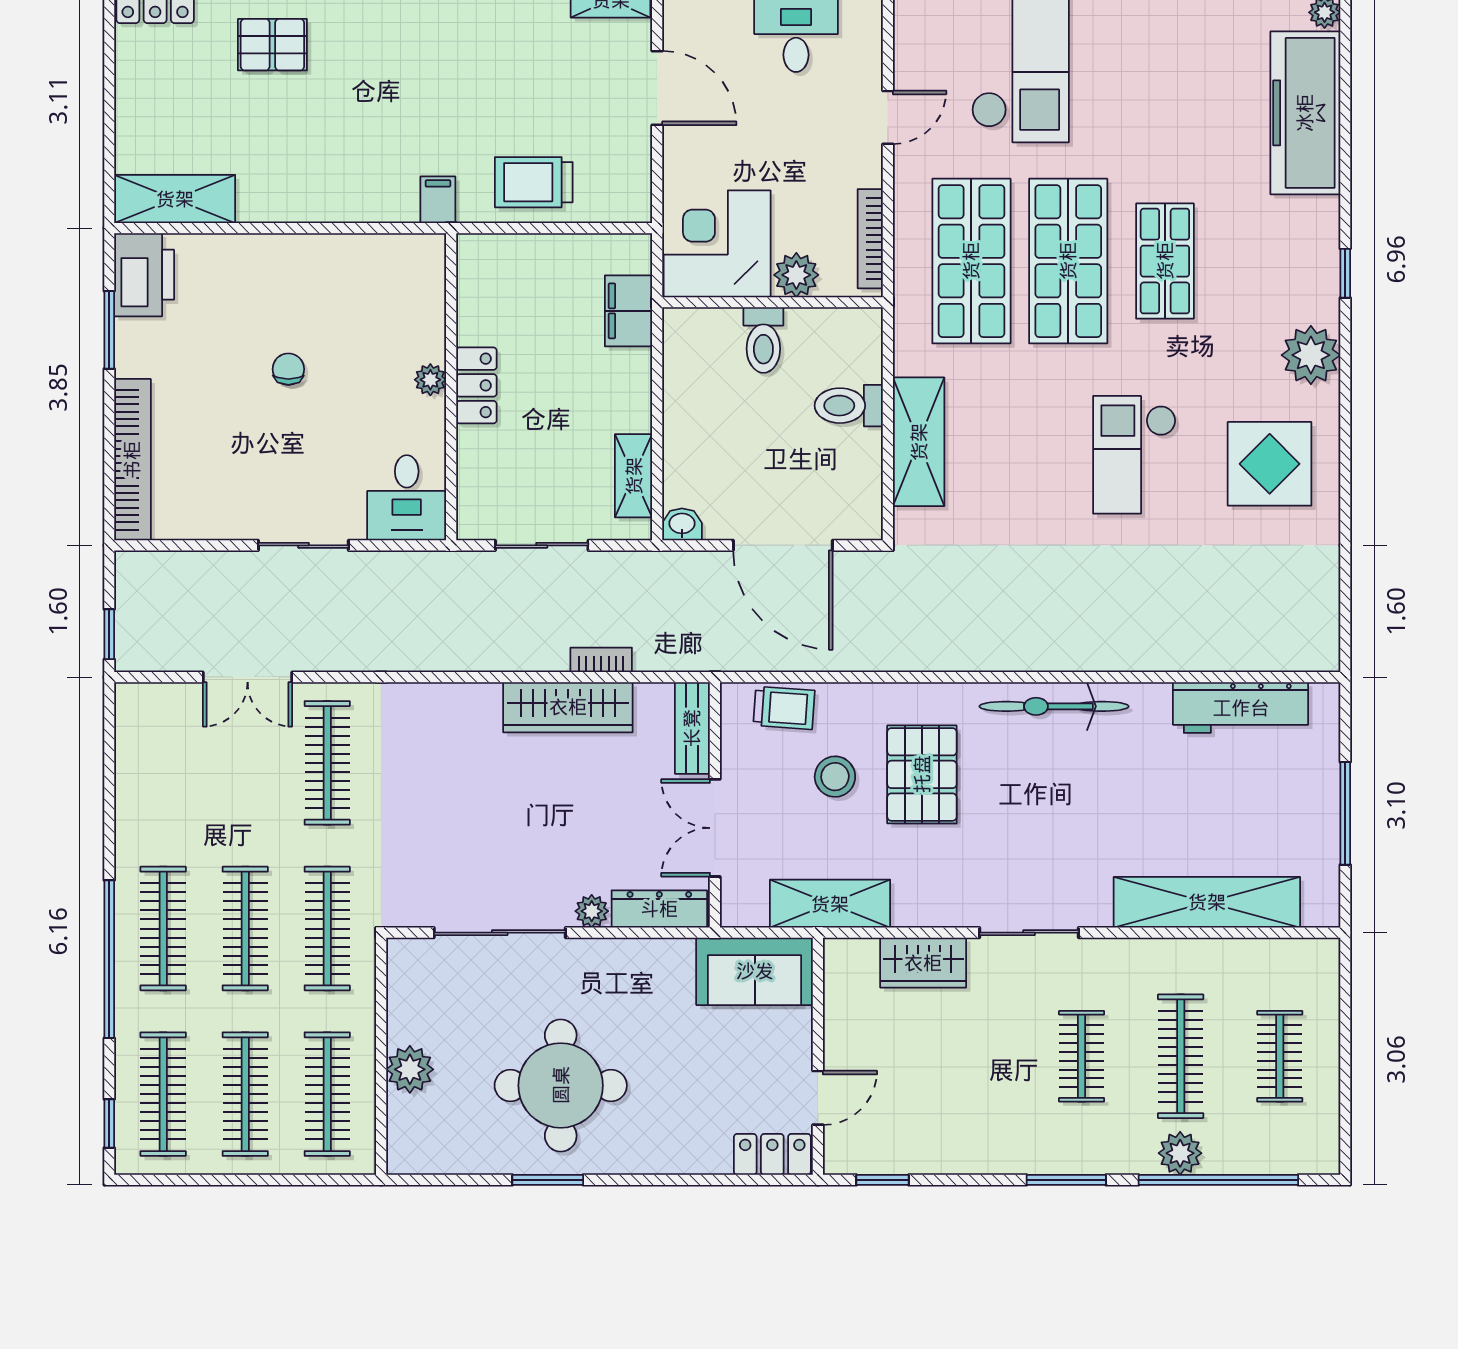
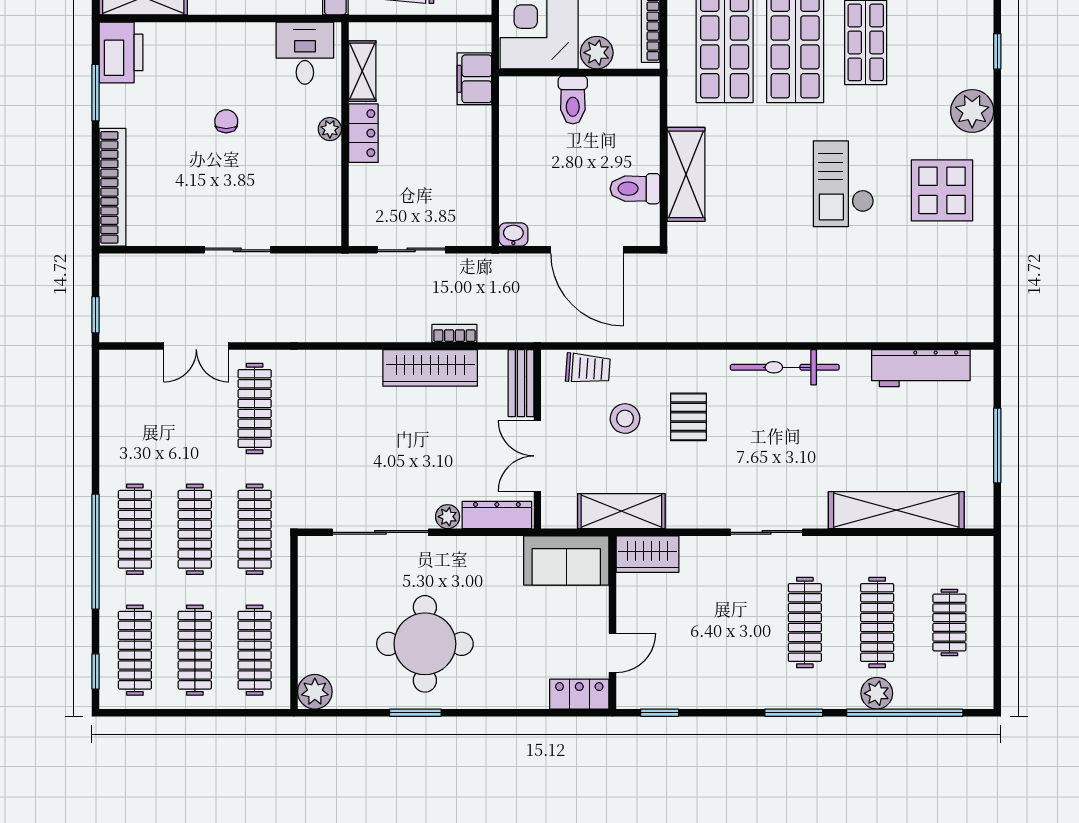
toilet: (849, 406) -> (635, 189), moved
shelving: (634, 476) -> (362, 71), moved
desk: (407, 498) -> (305, 53), moved, turned 180
pallet: (922, 774) -> (688, 417), width x0.67, depth x0.71
wardrobe: (923, 963) -> (648, 554), moved
clothes rail: (1082, 1056) -> (805, 622), width x1.36
plant: (410, 1069) -> (315, 692), moved

